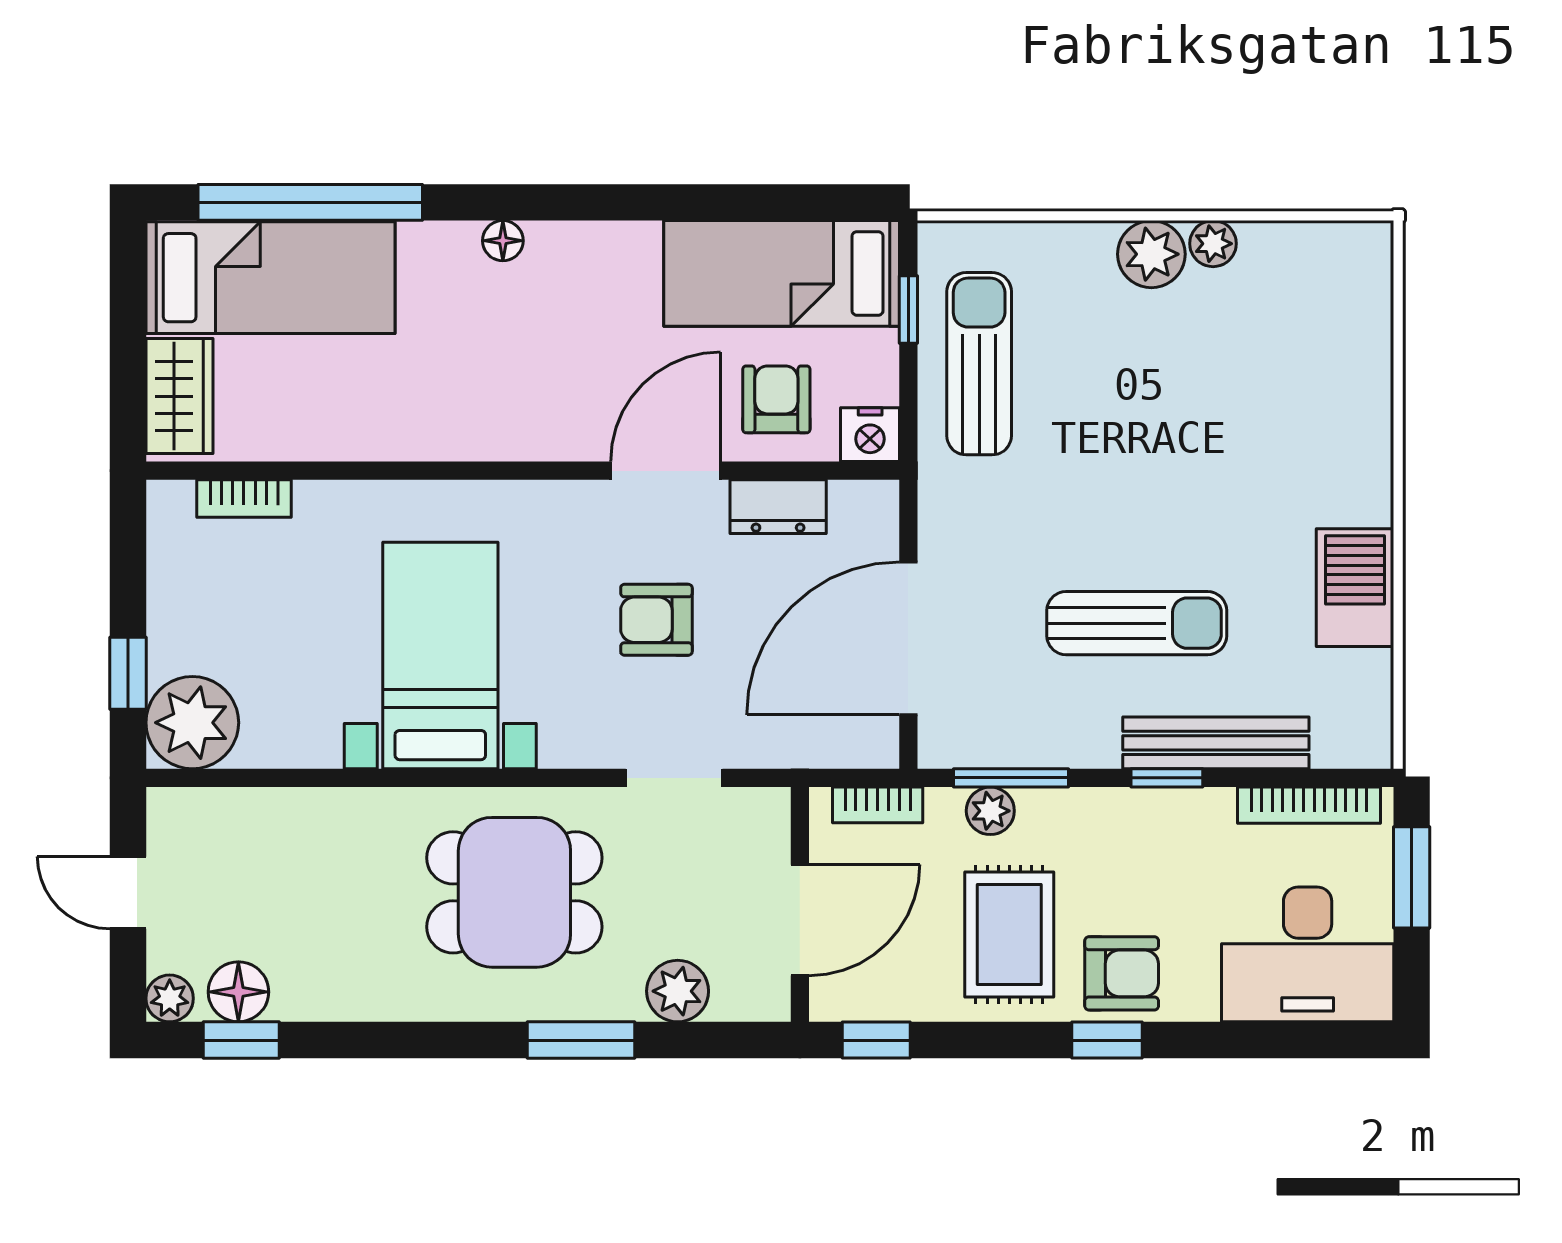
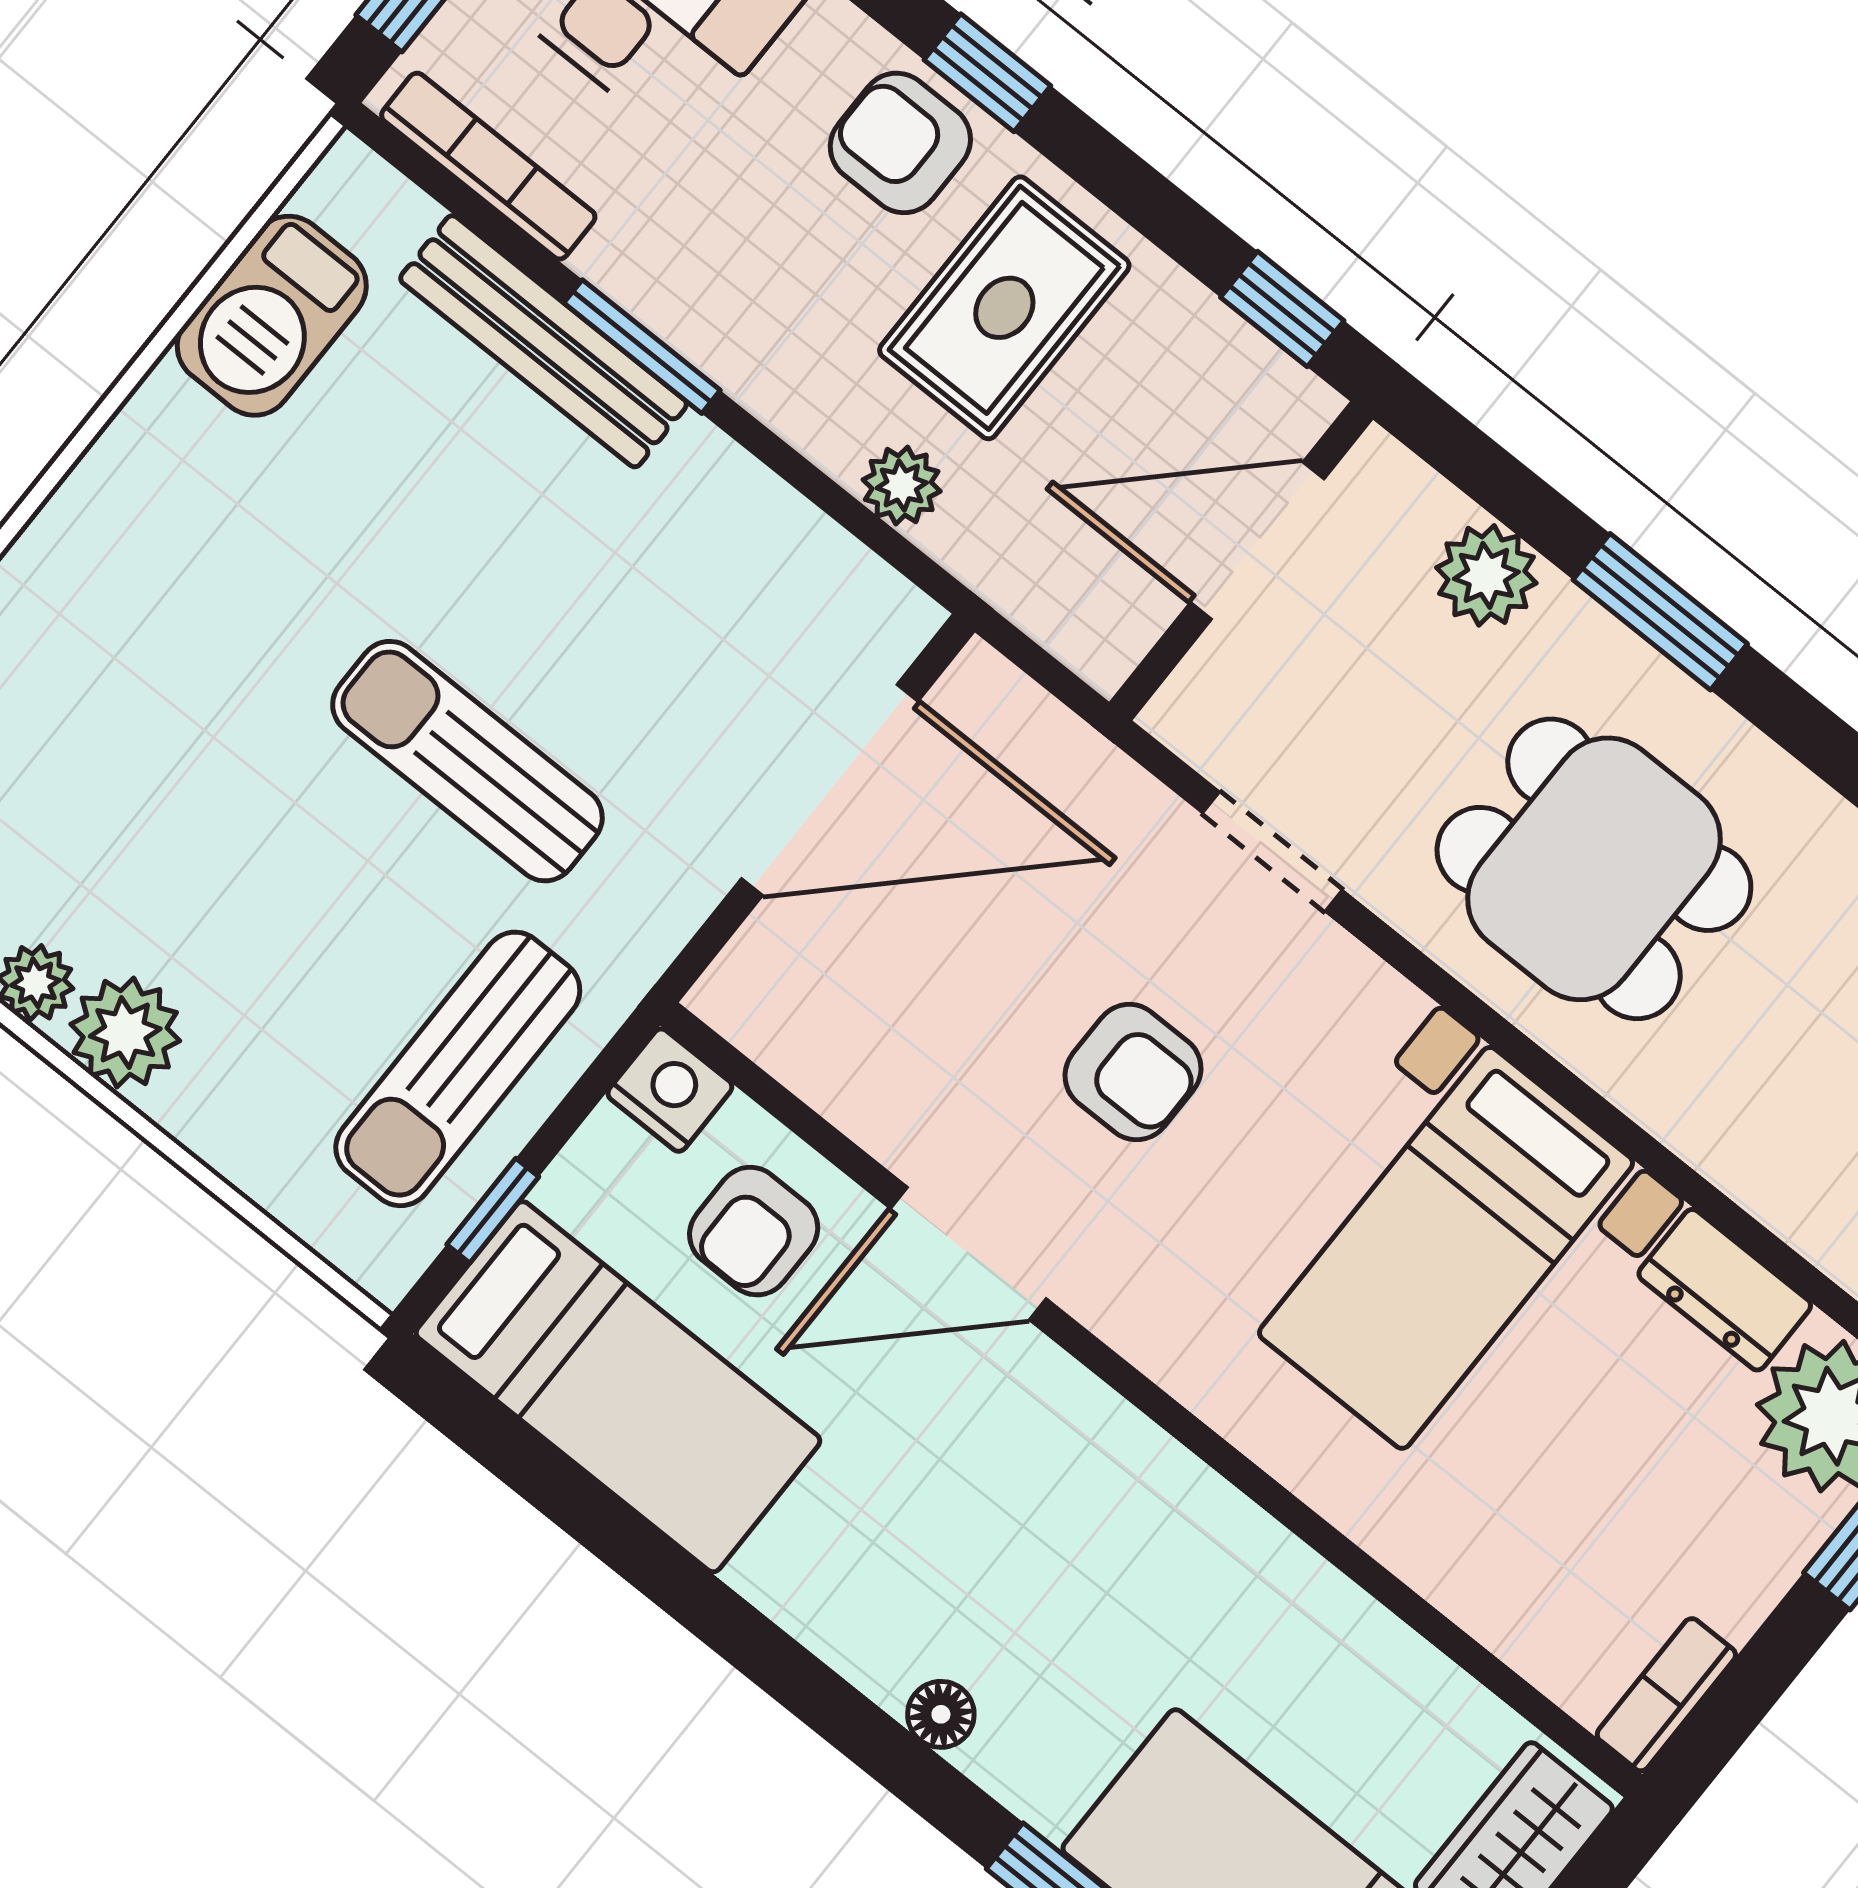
bookcase: (244, 498) -> (1666, 1695), moved, turned -90
dresser: (778, 507) -> (1725, 1290), moved, turned 180
barbecue: (1355, 588) -> (272, 316), moved
sun lounger: (1137, 623) -> (467, 761), moved
window: (1011, 778) -> (841, 506), removed
window: (1167, 778) -> (642, 347), width x1.50
bookcase: (878, 805) -> (1040, 608), removed

